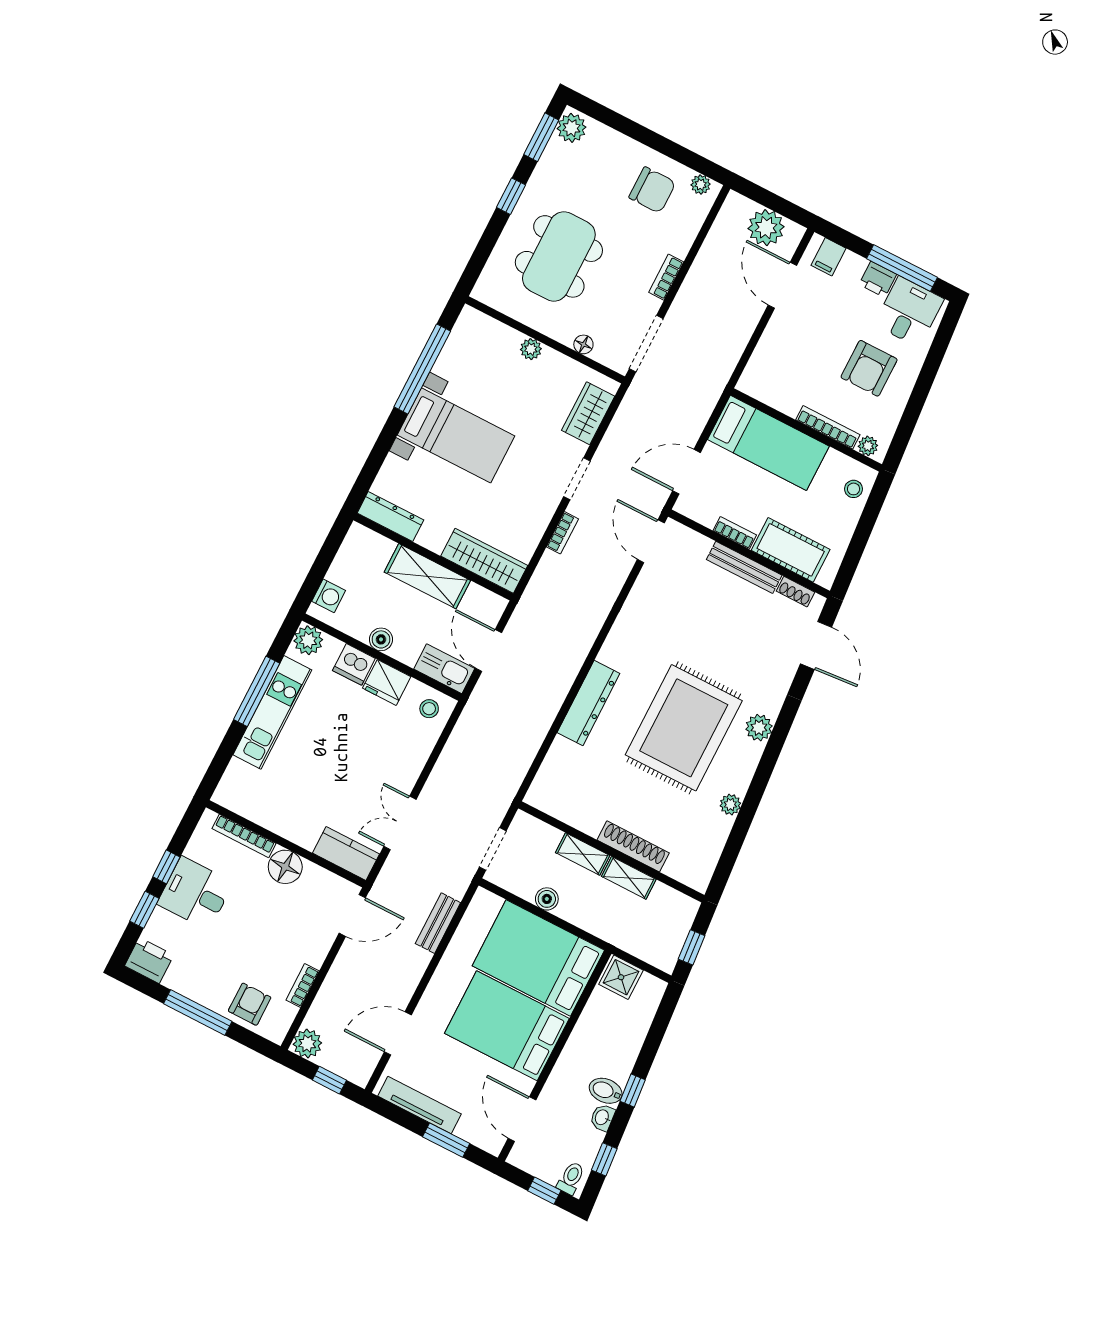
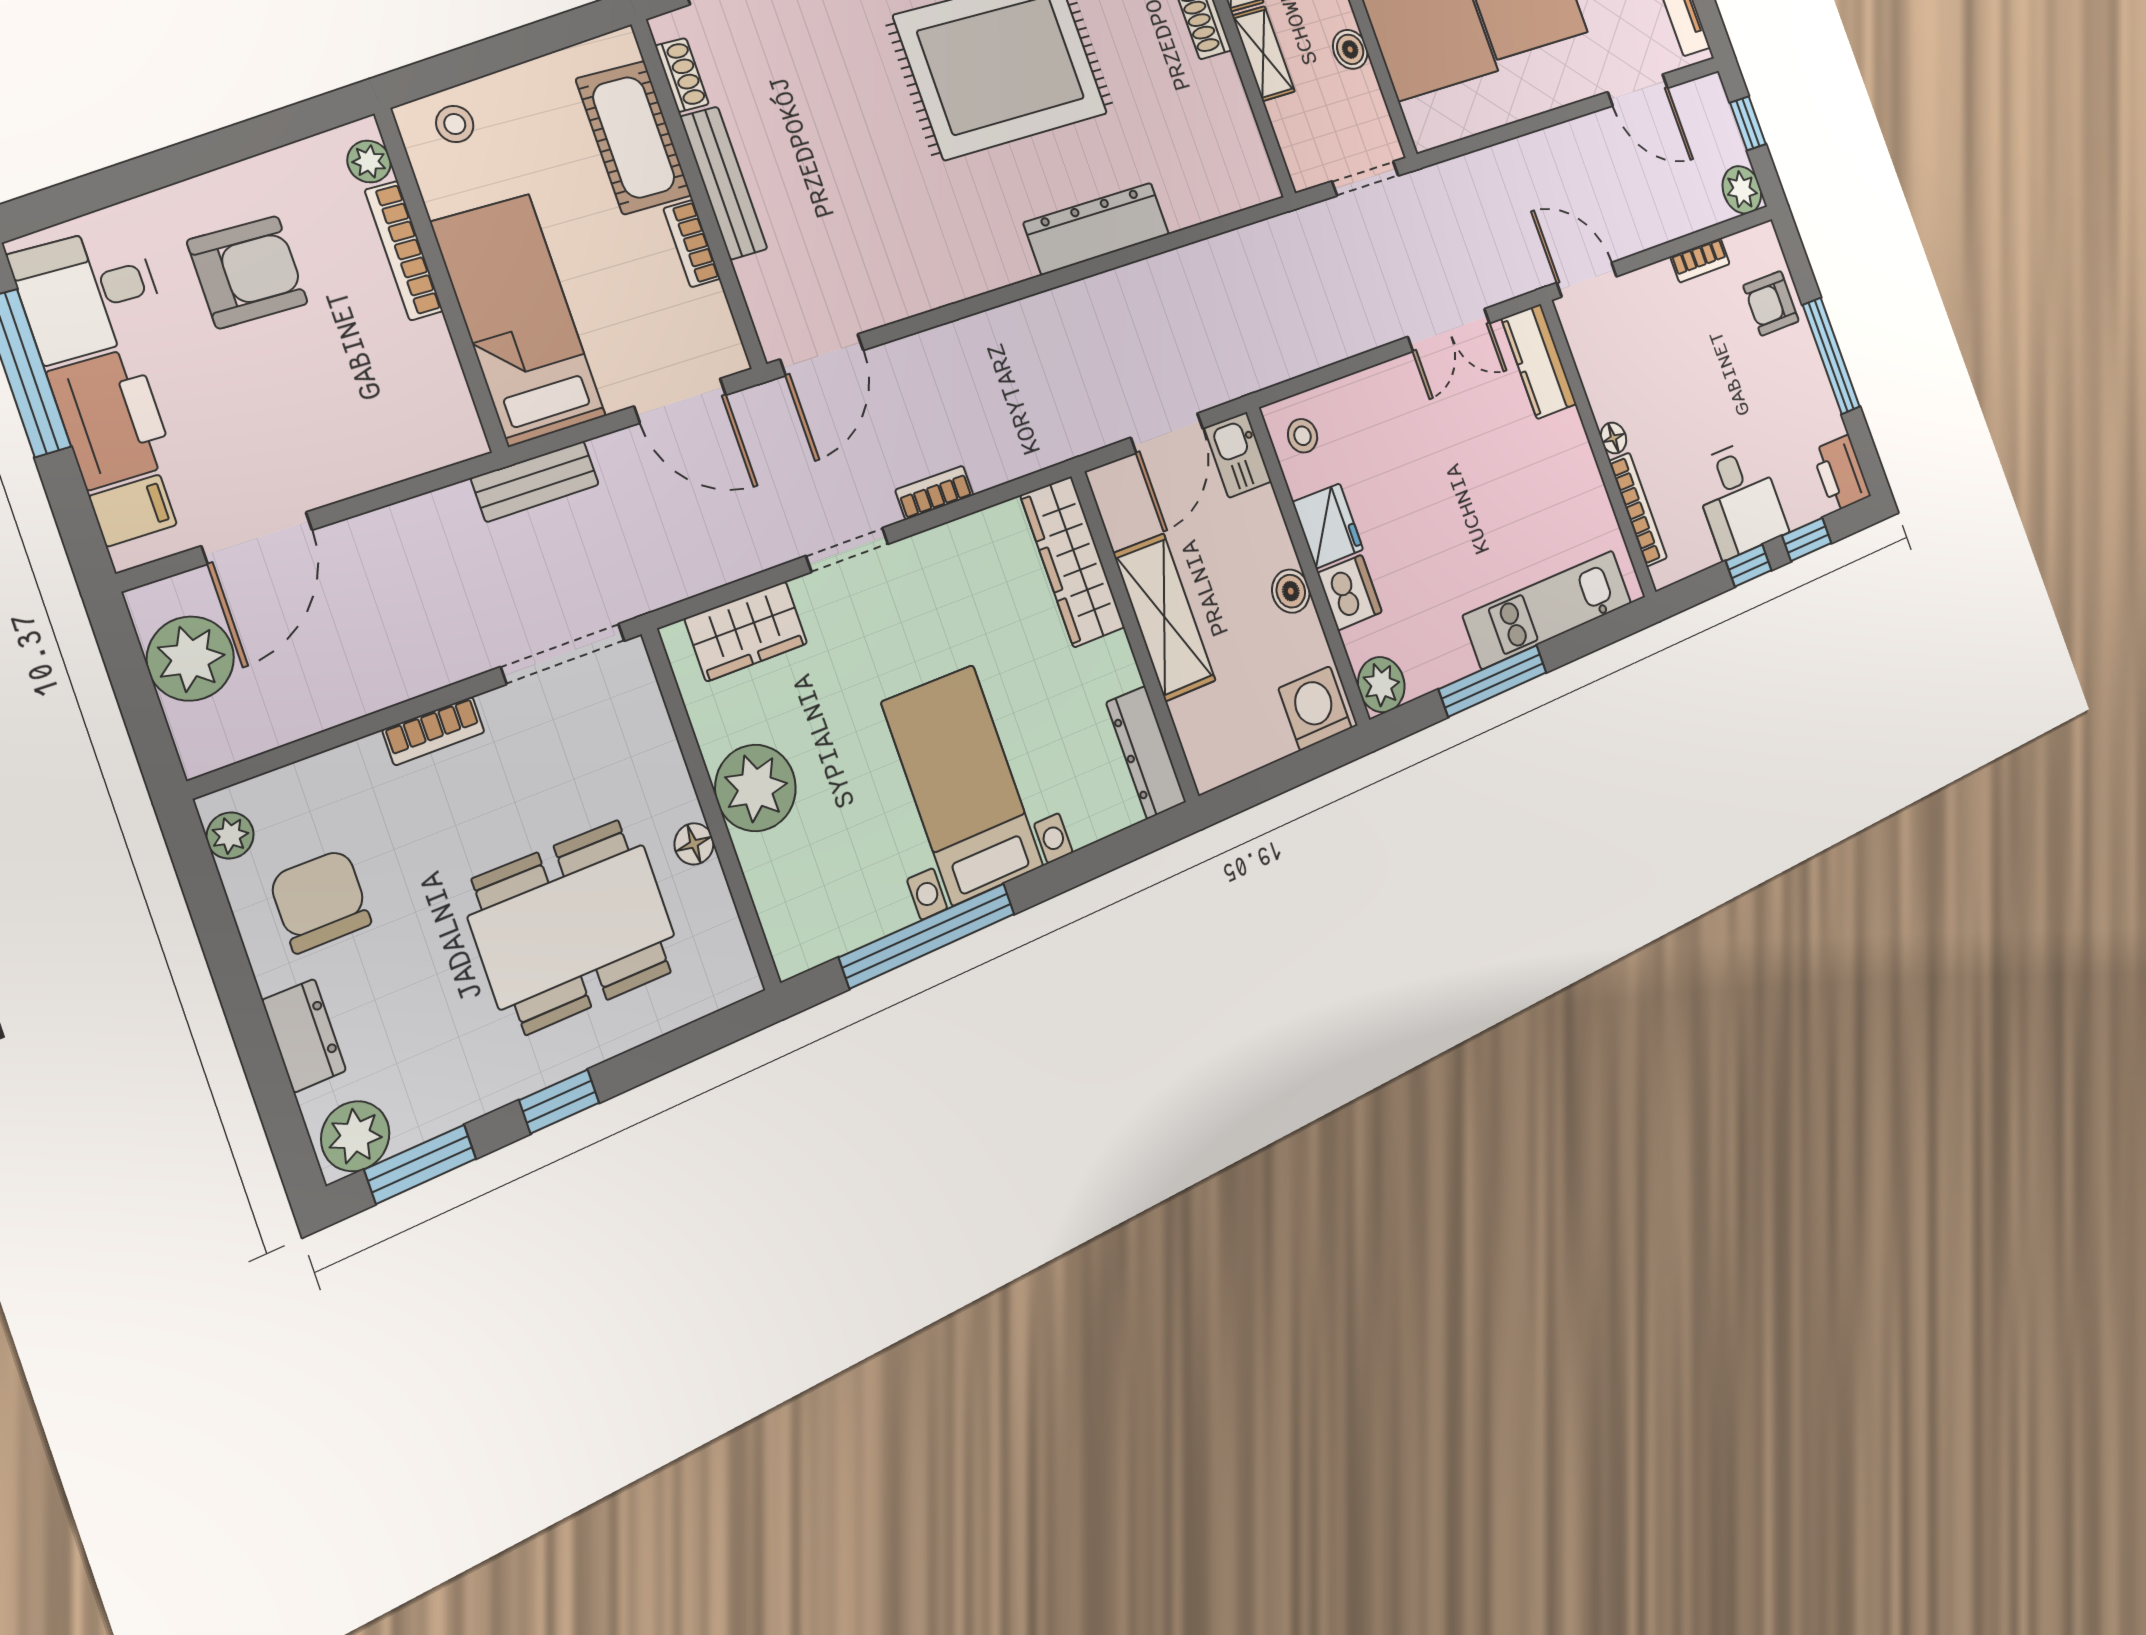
dresser: (618, 144) -> (304, 1036), added
printer: (878, 279) -> (111, 418), width x1.87, depth x1.48
floor lamp: (583, 344) -> (694, 844), moved
plant: (531, 349) -> (756, 788), width x1.87, depth x1.87
washing machine: (329, 596) -> (1315, 708), width x1.38, depth x1.38
kitchen sink: (444, 669) -> (1238, 455), width x0.73
kitchen unit: (272, 712) -> (1548, 609), moved
floor lamp: (285, 867) -> (1613, 438), width x0.53, depth x0.53
bench: (438, 923) -> (535, 481), moved

